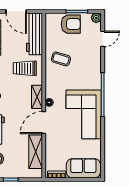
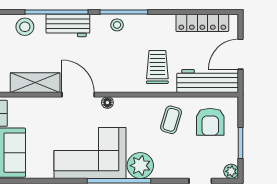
armchair: (71, 24) -> (210, 122), moved
plant: (92, 80) -> (140, 166), added
shelving: (37, 97) -> (116, 85), removed

